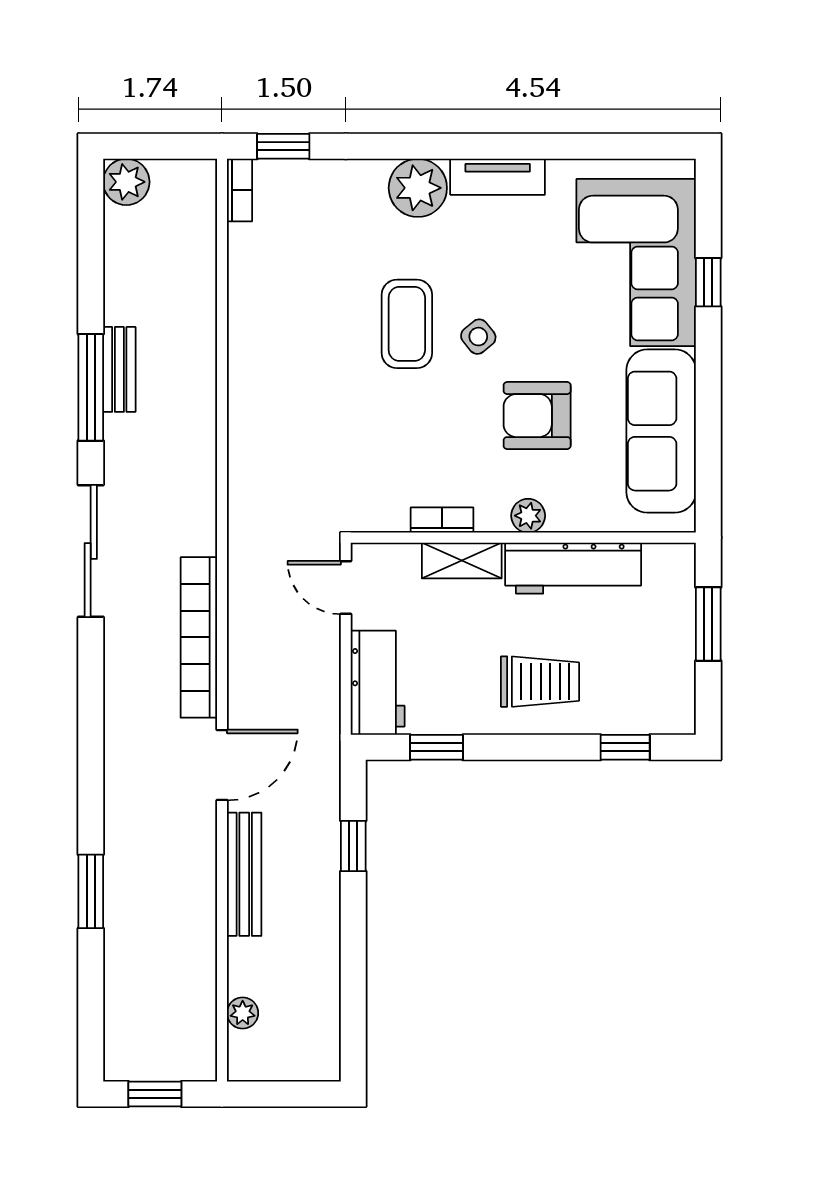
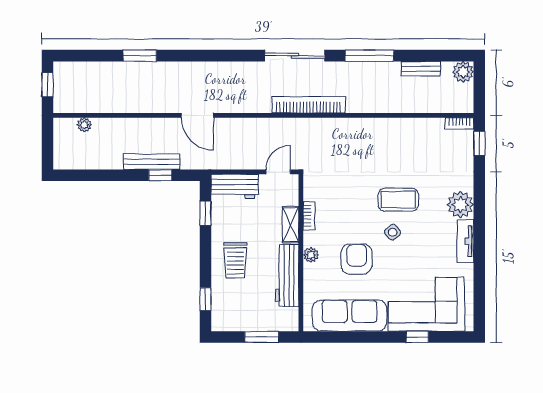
bench: (119, 369) -> (421, 69), moved
bookcase: (199, 637) -> (309, 105), moved
bench: (244, 874) -> (152, 162), moved

